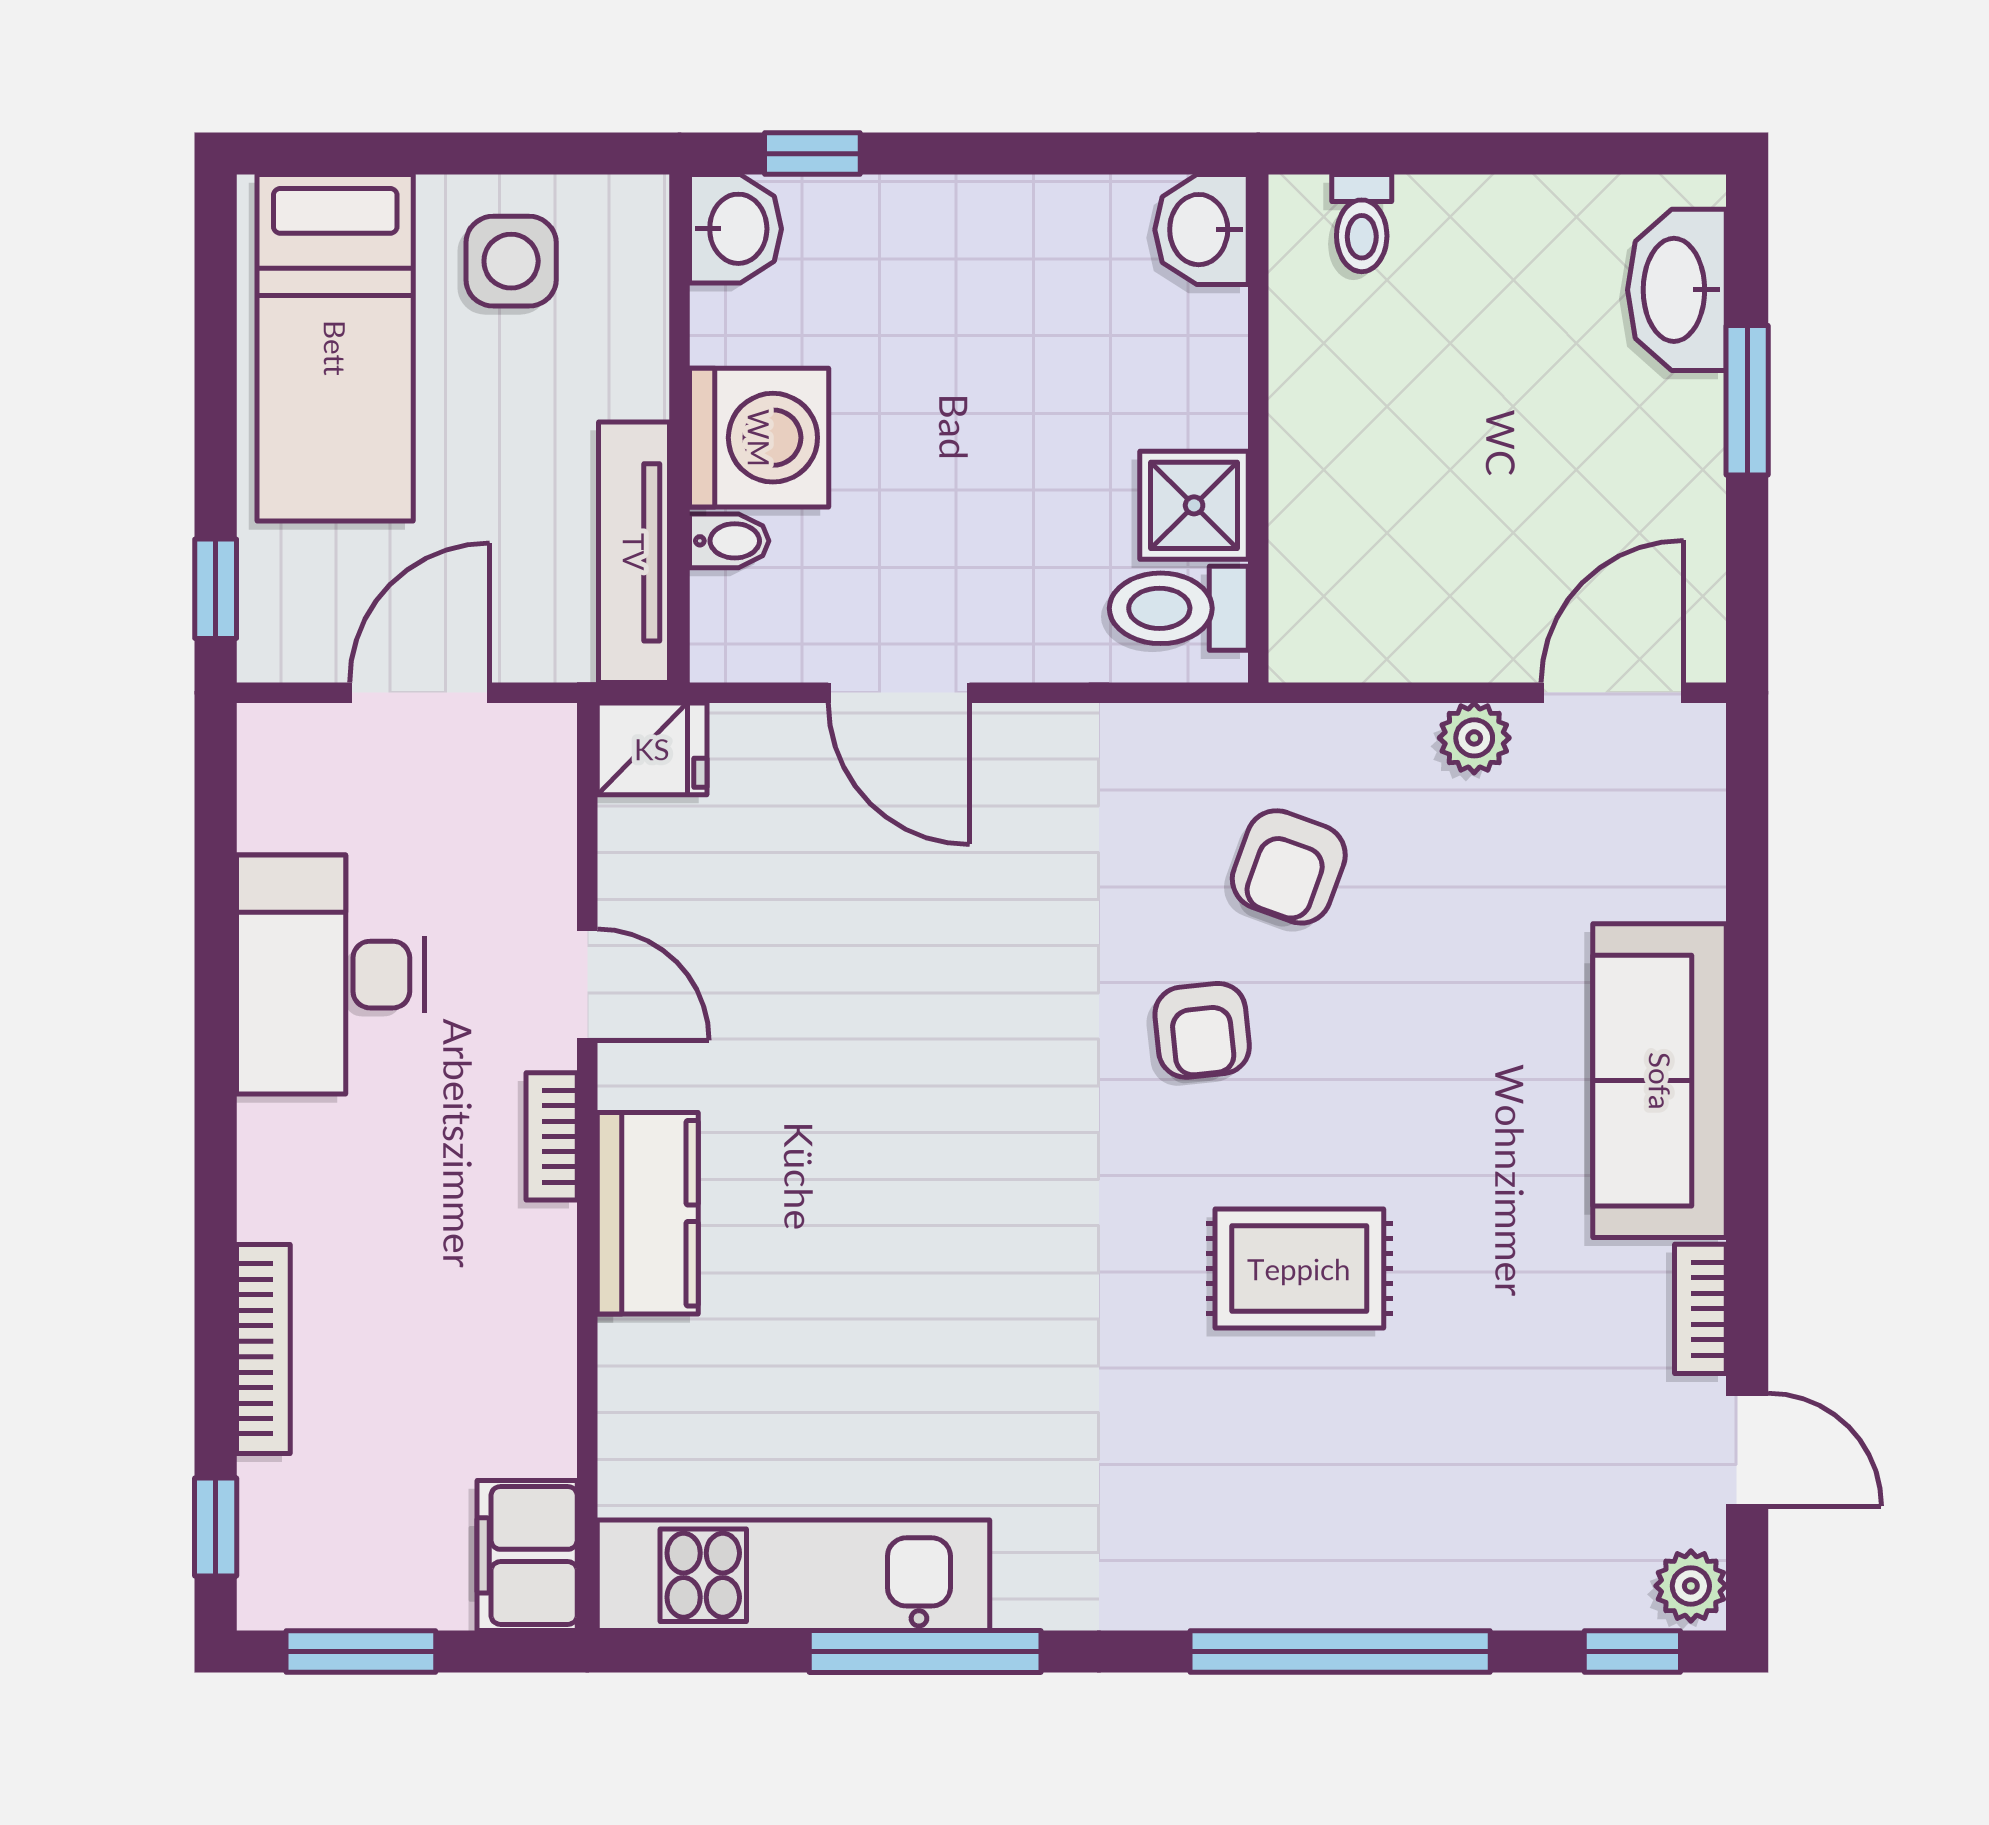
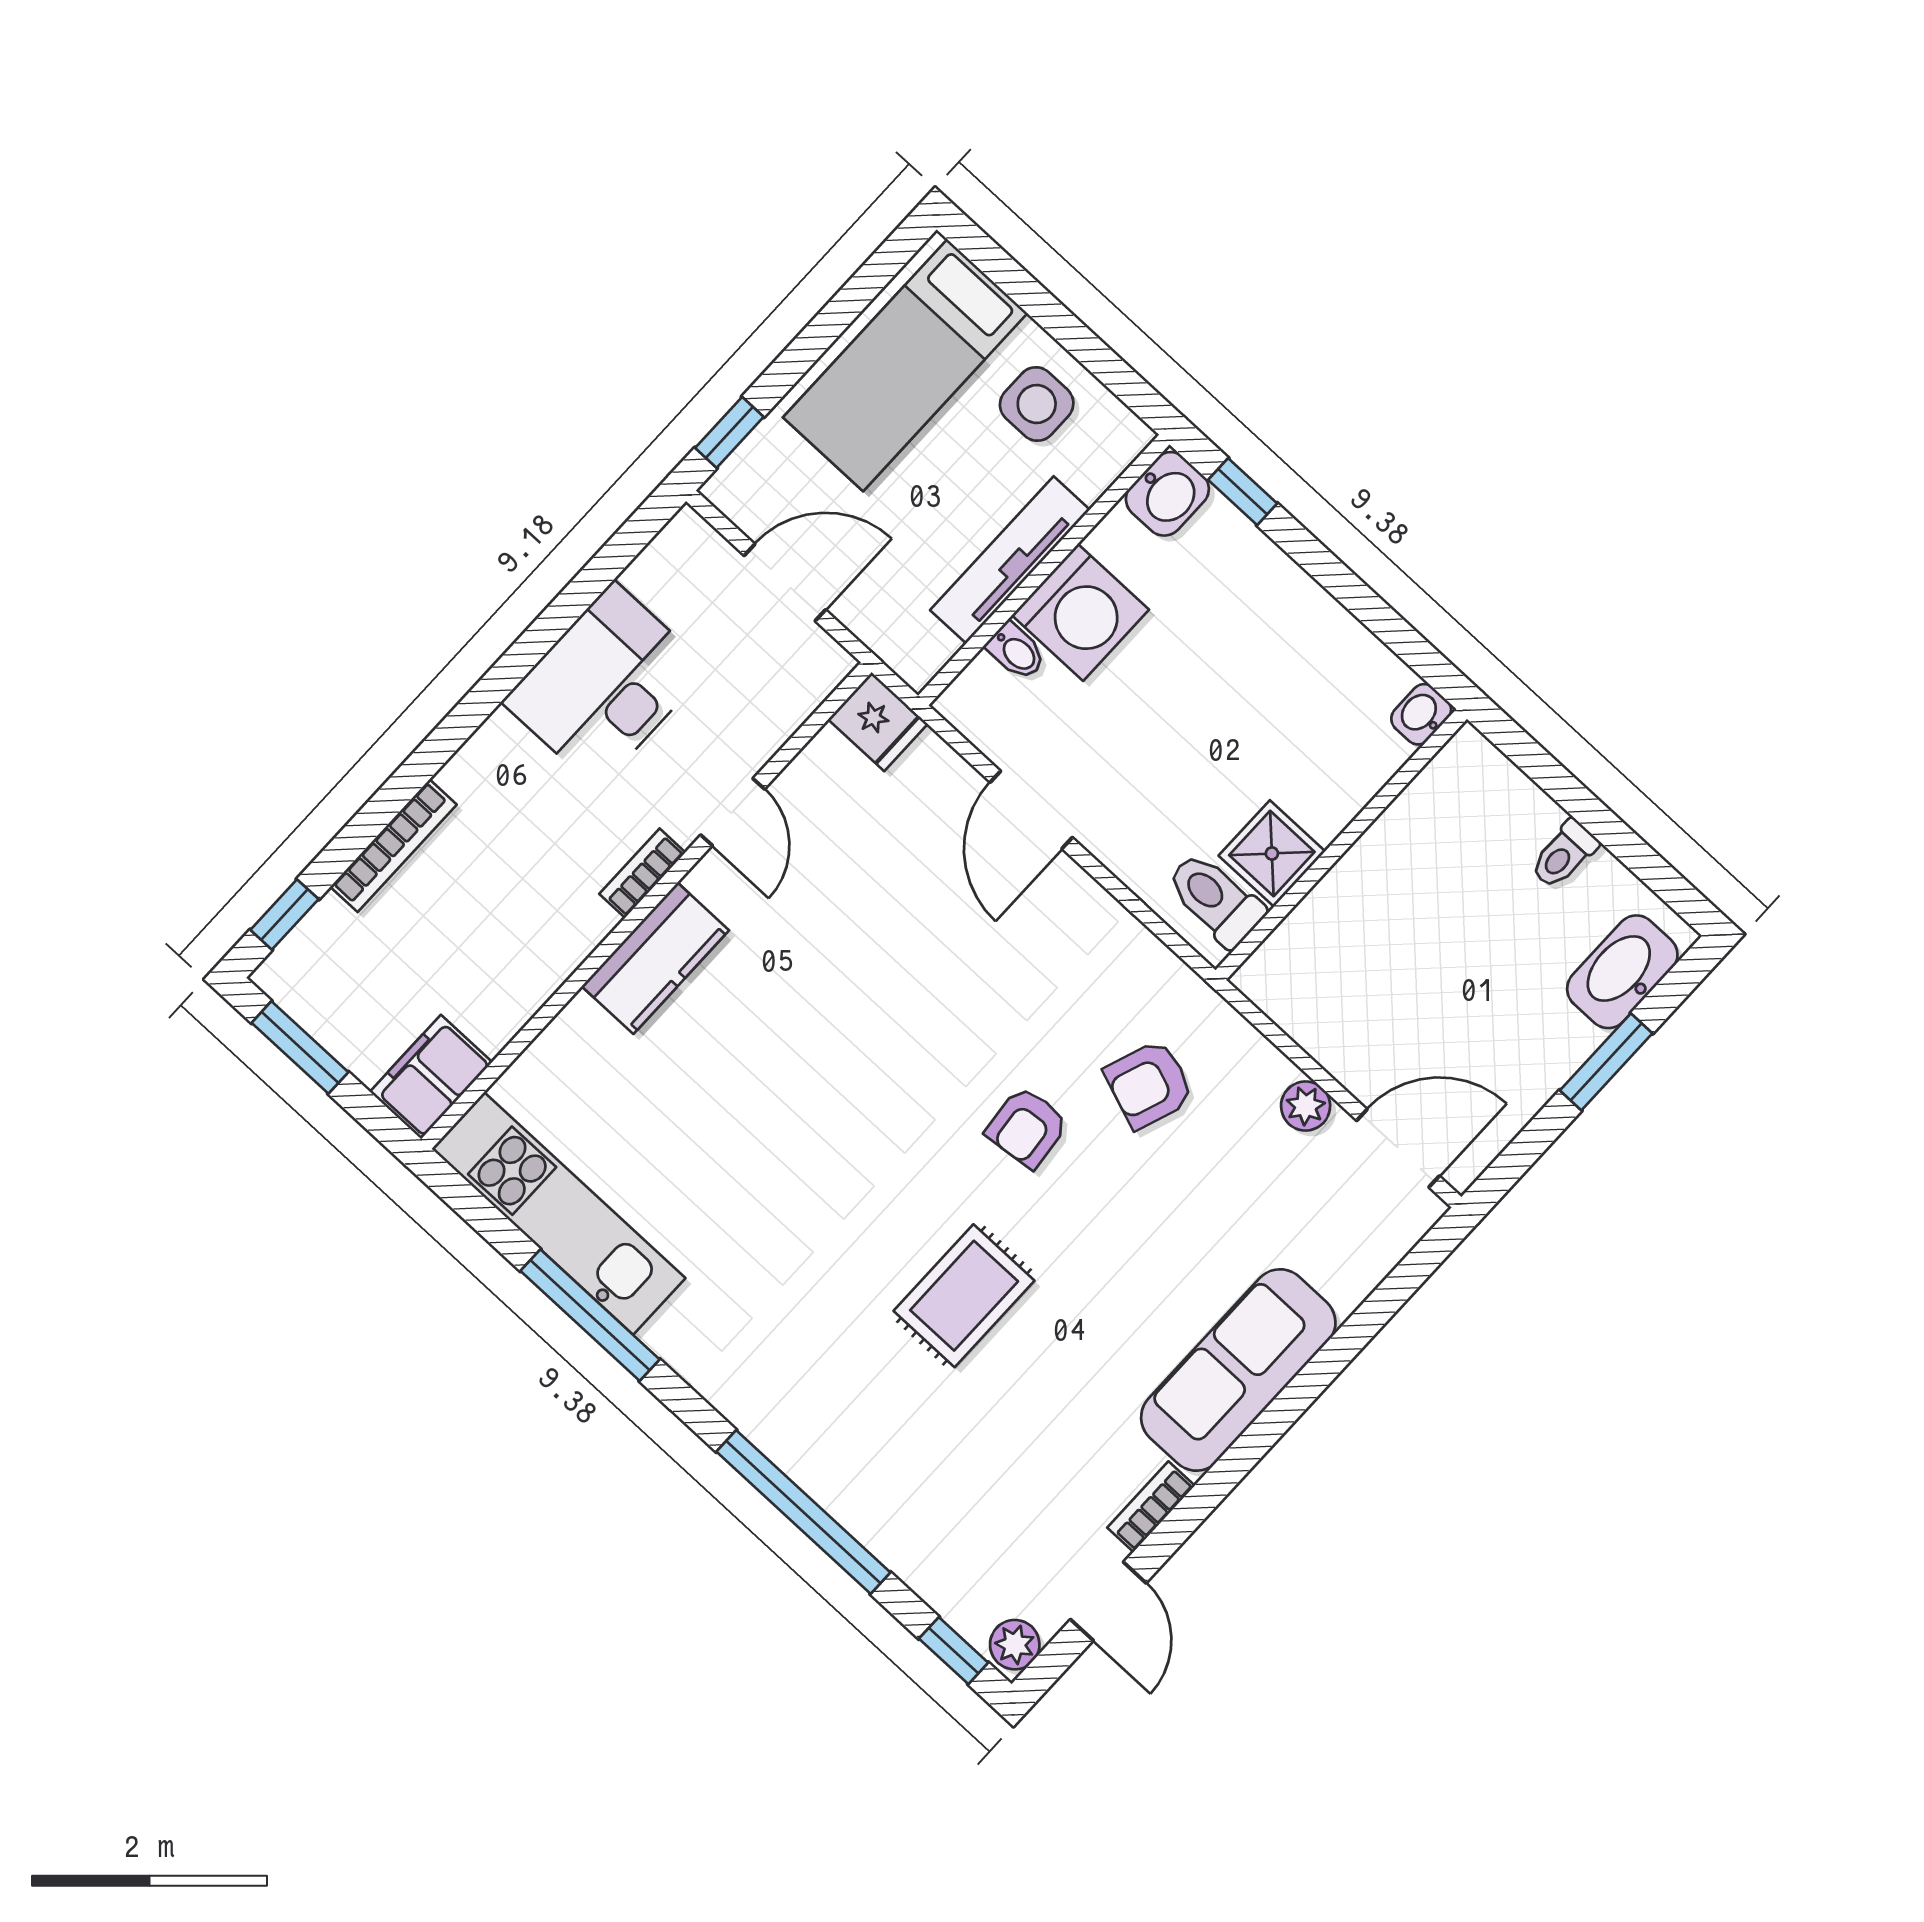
toilet: (1362, 223) -> (1564, 854), moved
washbasin: (1201, 230) -> (1421, 714), width x0.72, depth x0.69
tv unit: (634, 552) -> (1010, 560), moved
rug: (1299, 1269) -> (964, 1296), turned 90

